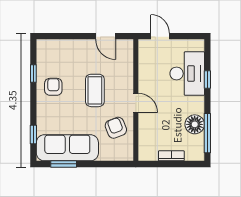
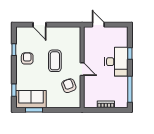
door: (106, 36) -> (39, 25), moved
desk: (187, 74) -> (116, 62), moved
floor lamp: (195, 124) -> (121, 83), removed
sofa: (67, 148) -> (31, 99), width x0.73

